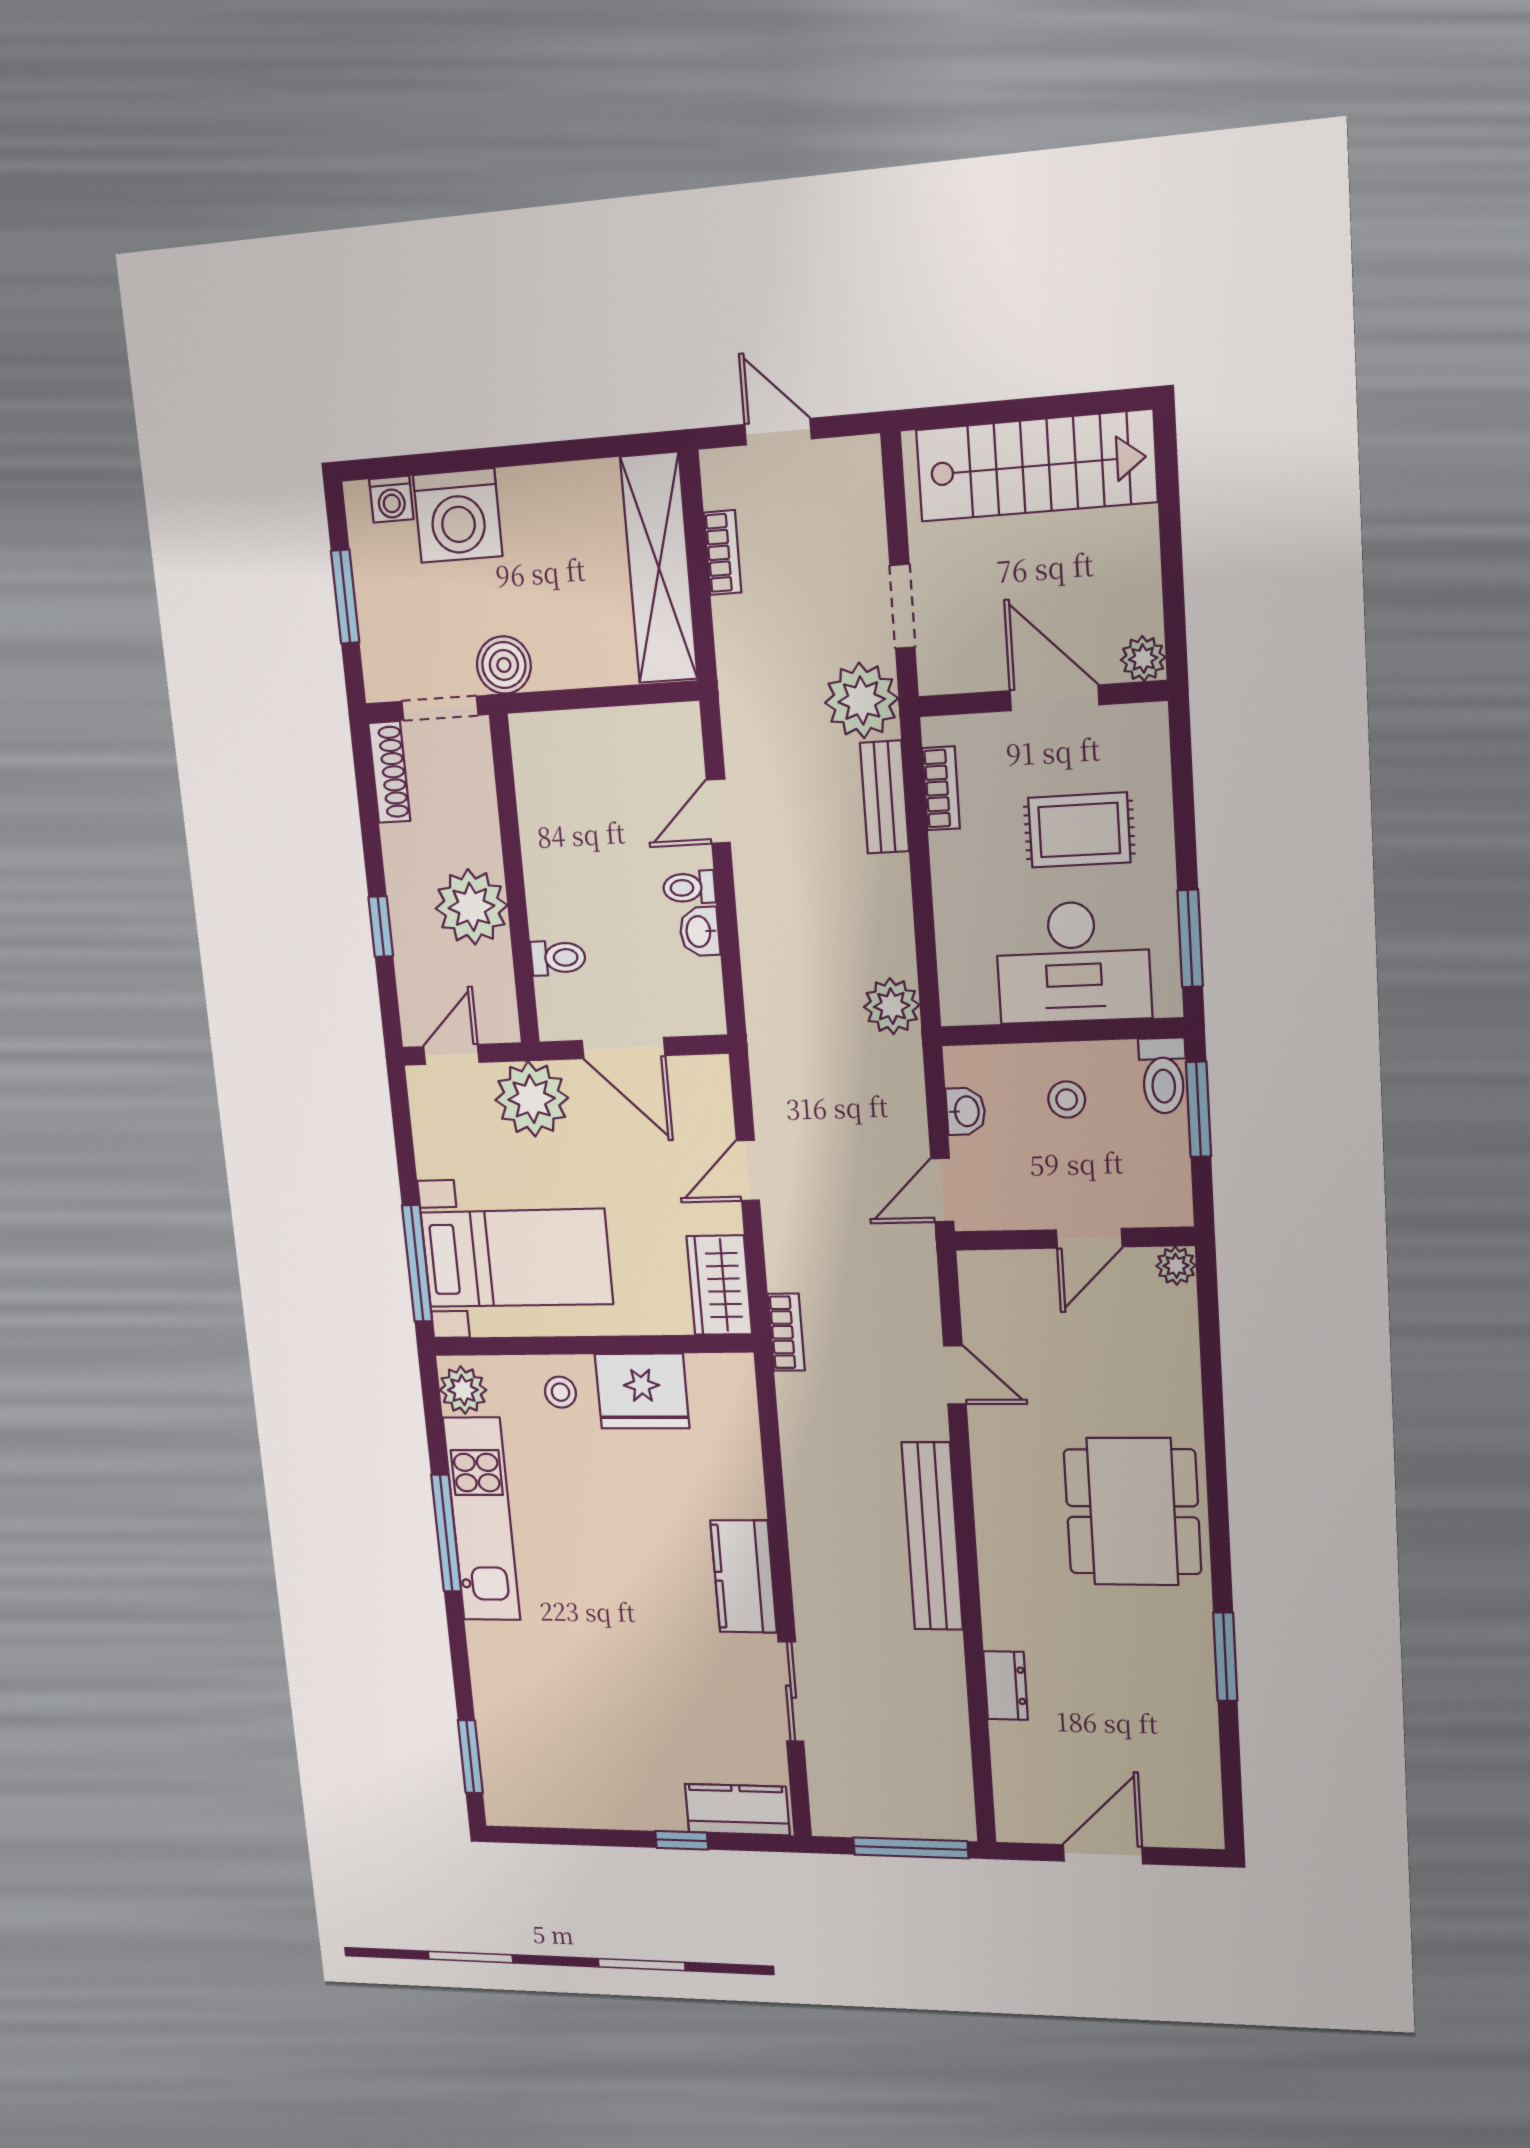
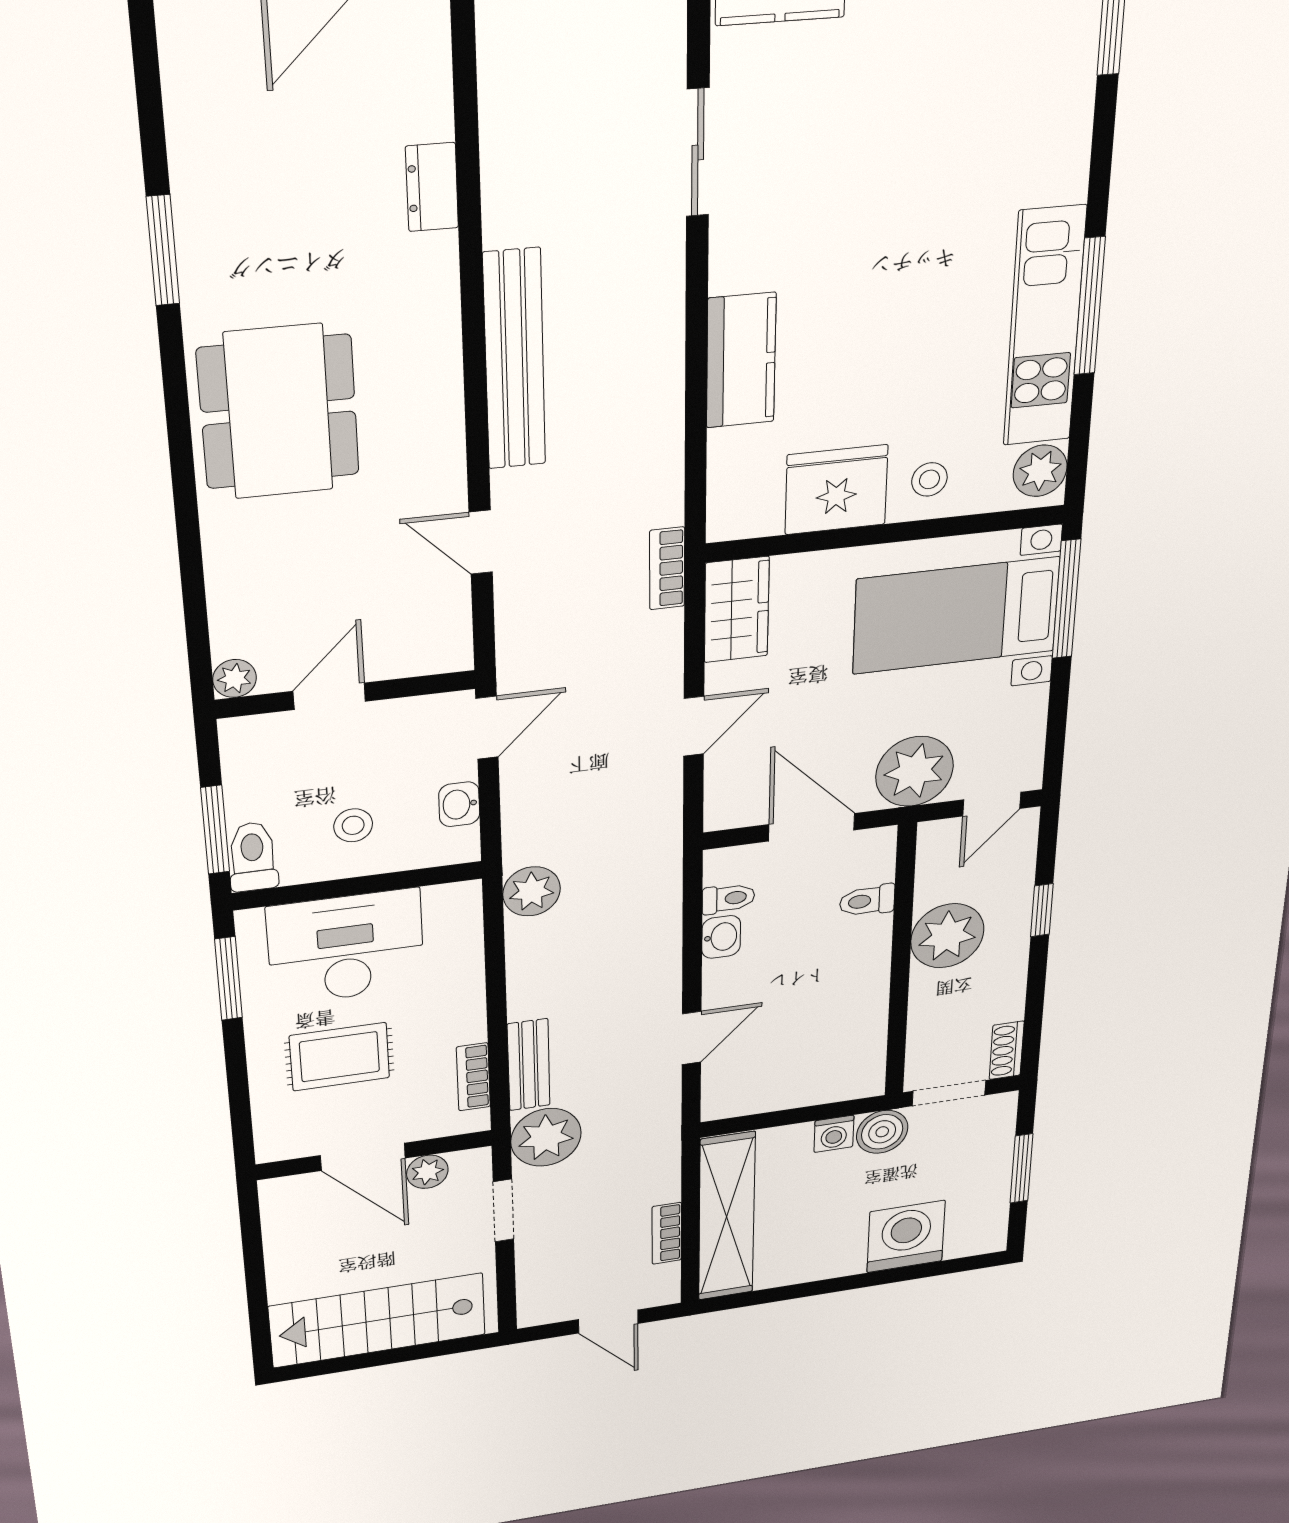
washing machine: (391, 499) -> (834, 1134), moved, turned 180
plant: (1143, 659) -> (427, 1172), moved
shoe rack: (389, 772) -> (1007, 1050), width x0.70
toilet: (689, 888) -> (728, 899), moved
kitchen counter: (744, 1576) -> (741, 360), moved

